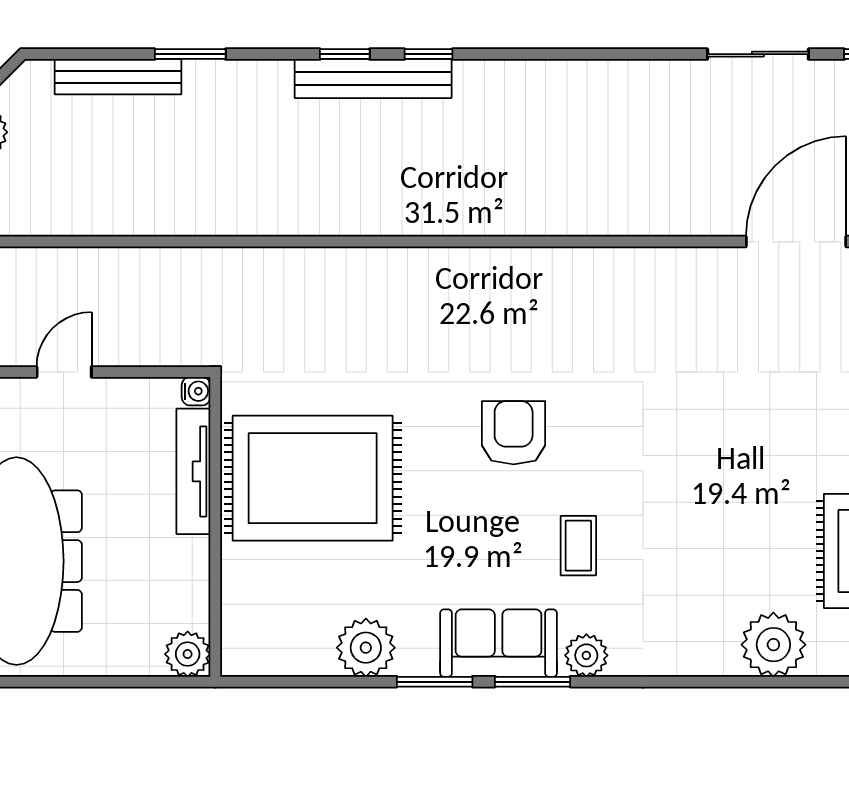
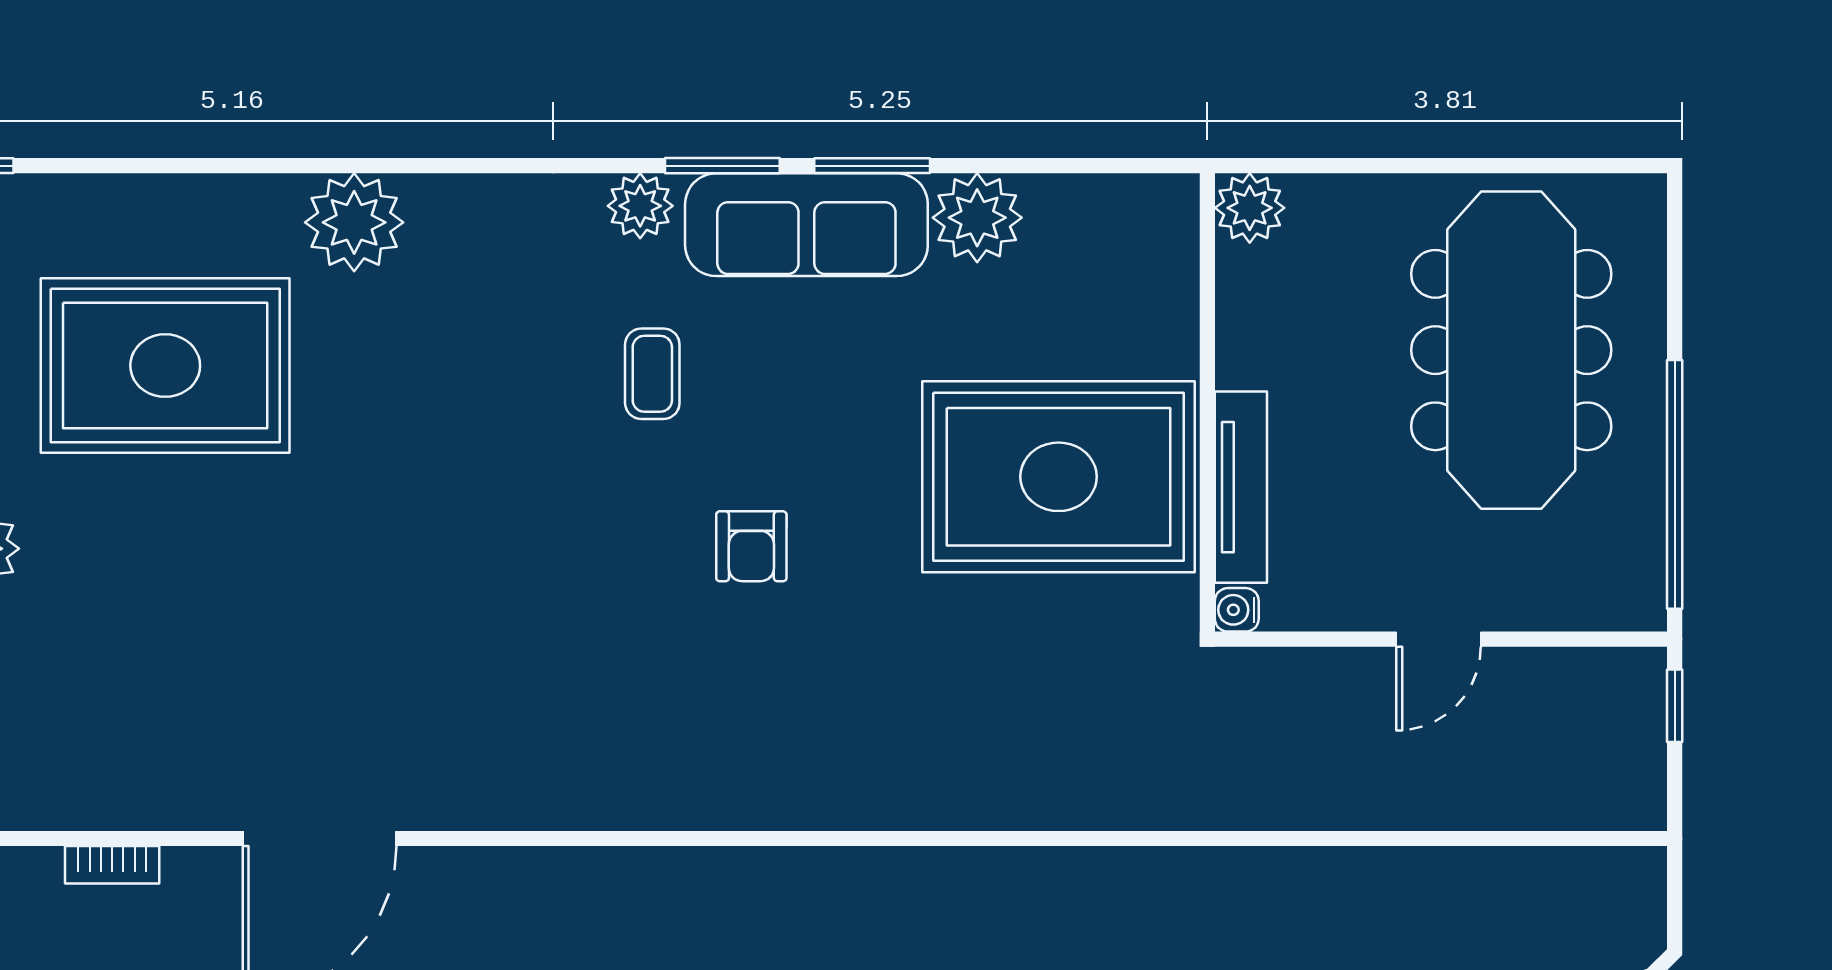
armchair: (514, 433) -> (751, 546), width x0.72, depth x0.72
sofa: (499, 643) -> (806, 225), width x1.36

